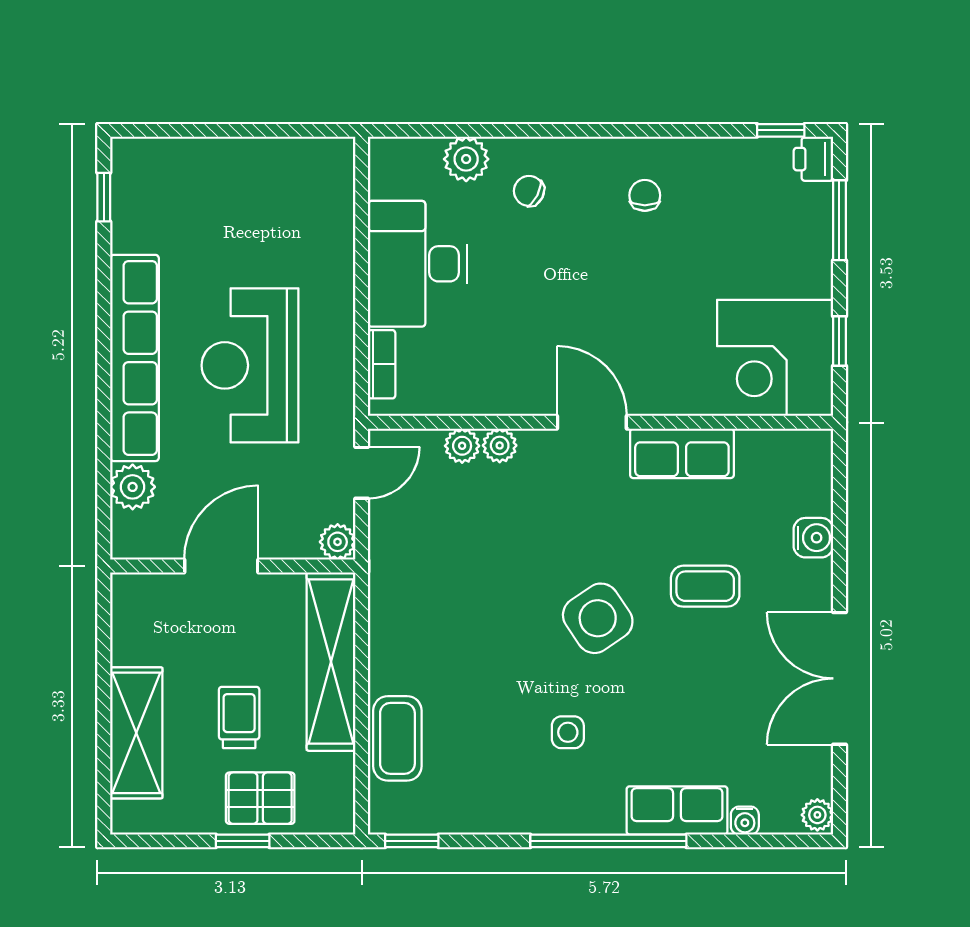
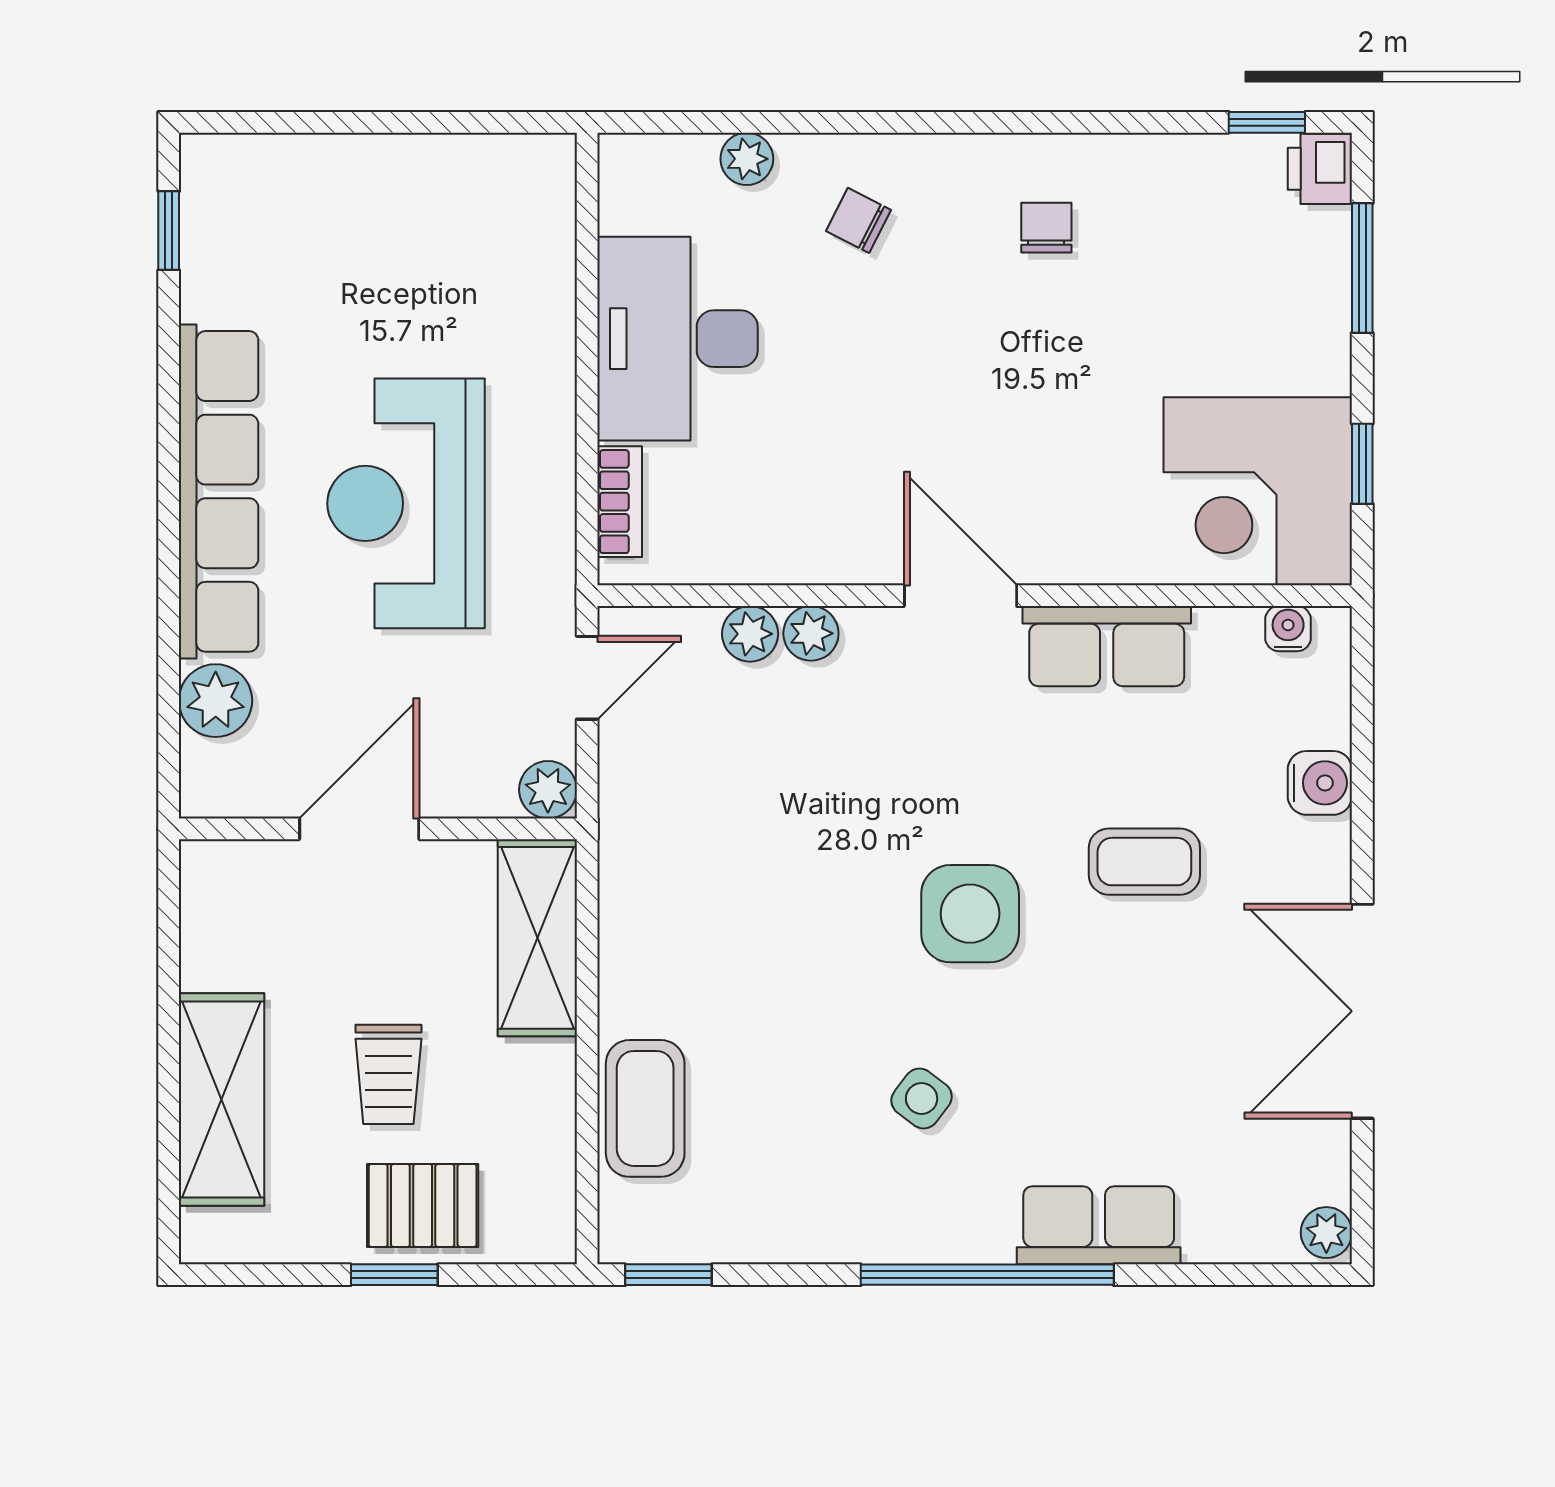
plant: (466, 159) -> (747, 159), width x0.73, depth x0.73
side table: (598, 618) -> (970, 914), turned 34
shelving: (331, 662) -> (537, 938), width x0.68
trolley: (239, 717) -> (388, 1074), turned 180
side table: (568, 732) -> (922, 1099), turned 37
water cooler: (745, 821) -> (1288, 629), moved, turned 180

